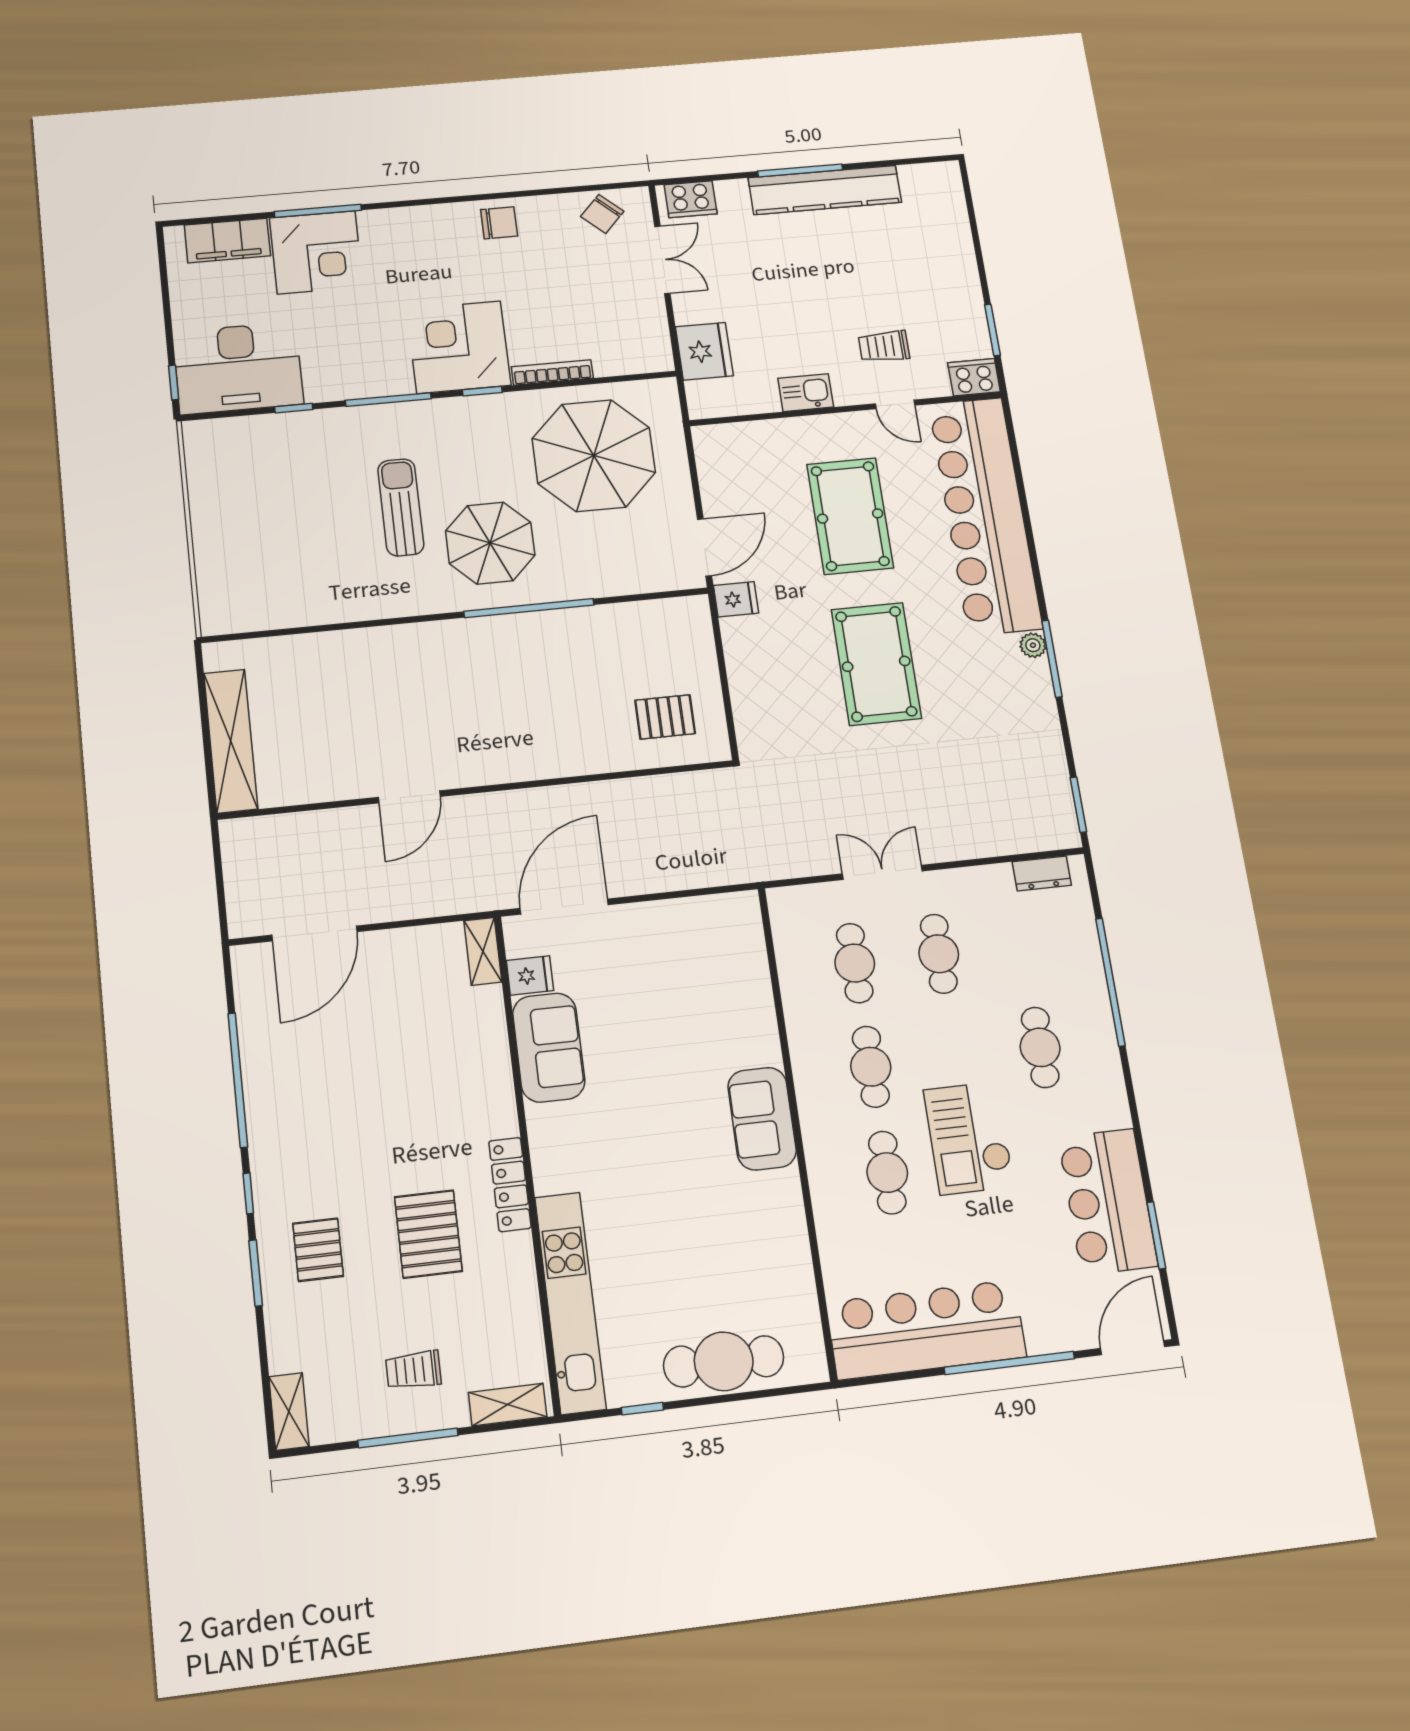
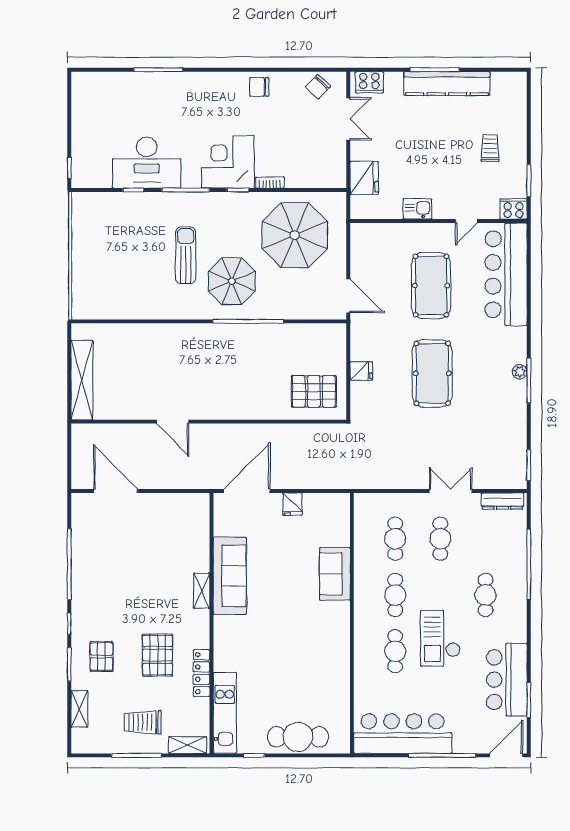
chair: (499, 223) -> (259, 87), turned 180
filing cabinet: (227, 240) -> (106, 84), removed
corner desk: (316, 252) -> (155, 96), removed
trolley: (884, 346) -> (490, 148), moved, turned 90
desk: (238, 368) -> (147, 163), moved
bookcase: (552, 372) -> (270, 183), width x0.64
door: (895, 404) -> (466, 221), hinge flipped
bar counter: (985, 515) -> (506, 274), width x0.73
door: (704, 547) -> (348, 296), hinge flipped
fridge: (736, 599) -> (361, 371), moved
pallet: (665, 717) -> (314, 391), width x1.50, depth x1.42
door: (409, 797) -> (173, 422), hinge flipped
double door: (882, 872) -> (451, 491), moved
dresser: (1042, 873) -> (502, 501), width x1.44
door: (314, 933) -> (116, 491), swing flipped
shelving: (483, 951) -> (202, 591), moved
fridge: (530, 976) -> (292, 504), moved, turned 90
sofa: (549, 1047) -> (230, 576), width x1.36
sofa: (762, 1119) -> (335, 574), moved
locker: (510, 1184) -> (201, 673), moved
kitchen unit: (570, 1302) -> (225, 713), width x0.73
trolley: (413, 1370) -> (143, 722), width x1.36, depth x1.39
shelving: (289, 1411) -> (79, 709), moved

